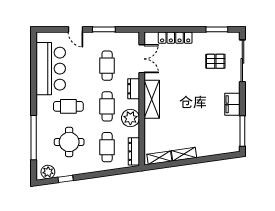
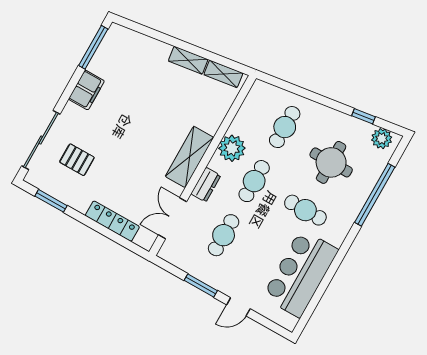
door: (76, 29) -> (238, 307), swing flipped
dresser: (134, 151) -> (252, 101), removed

